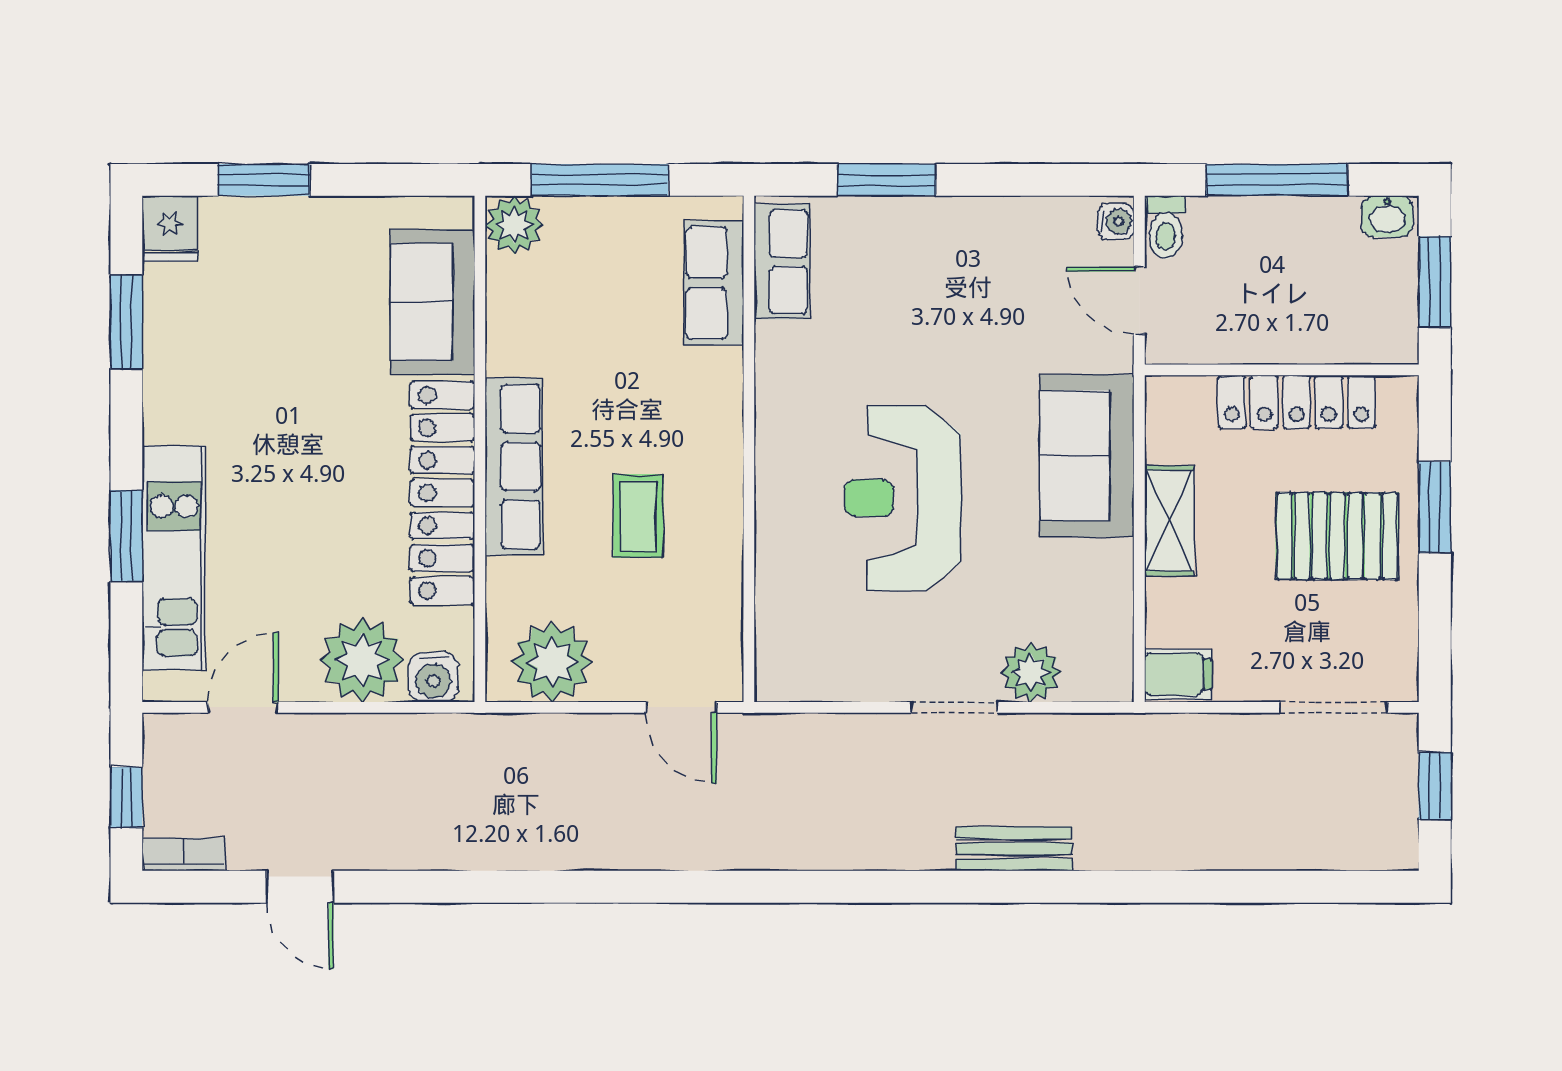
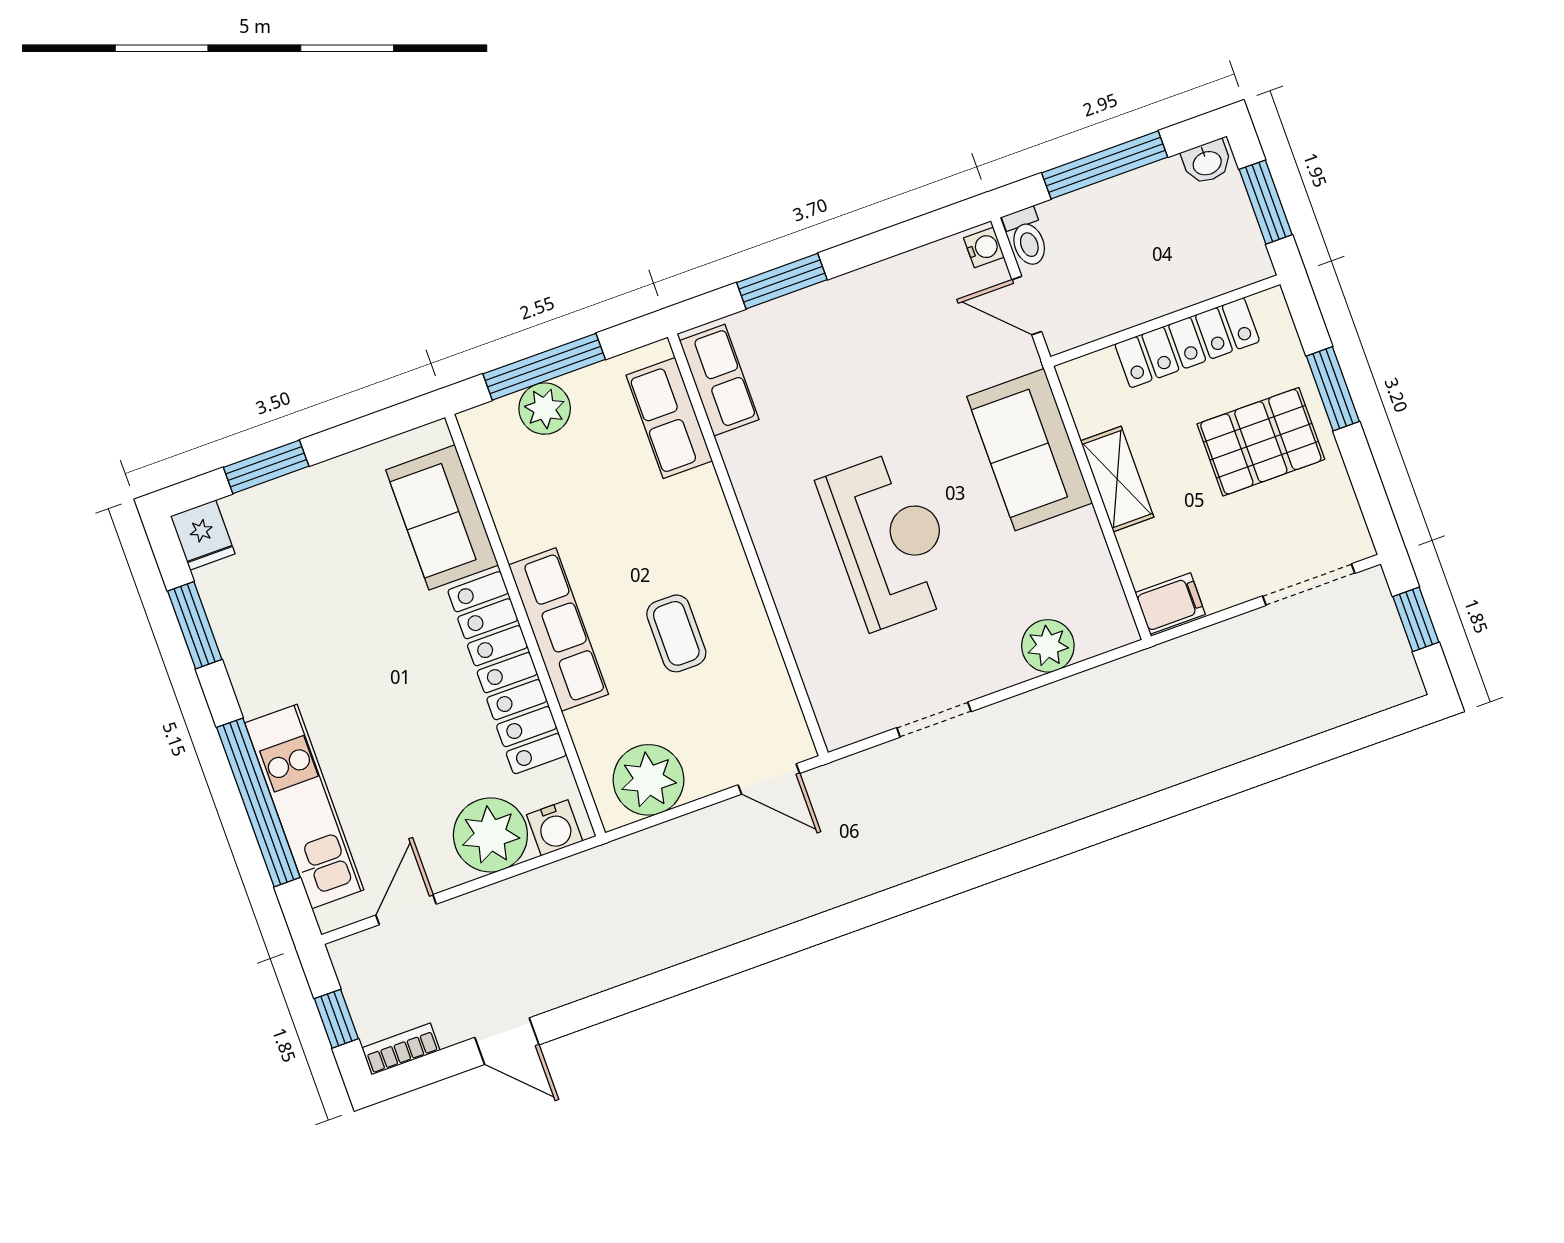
plant: (514, 225) -> (545, 409), moved
reception desk: (903, 498) -> (890, 540), turned 180
window: (126, 536) -> (258, 802), width x2.11
doorway: (954, 707) -> (934, 720), moved
bench: (1014, 849) -> (1087, 797), removed

